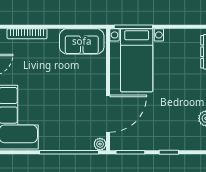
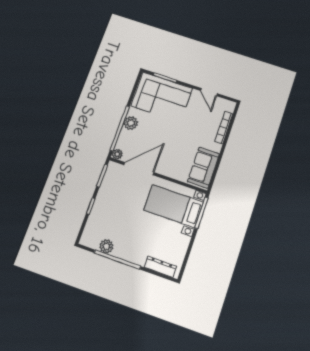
door: (108, 114) -> (139, 169), swing flipped
plant: (59, 142) -> (131, 123), added

